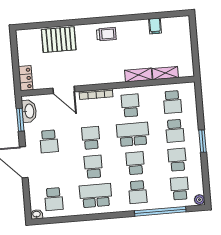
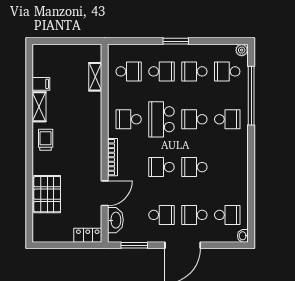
shelving: (138, 75) -> (39, 107), moved
washbasin: (29, 111) -> (115, 220), moved, turned 90
school desk: (96, 196) -> (194, 215), moved, width x0.54

